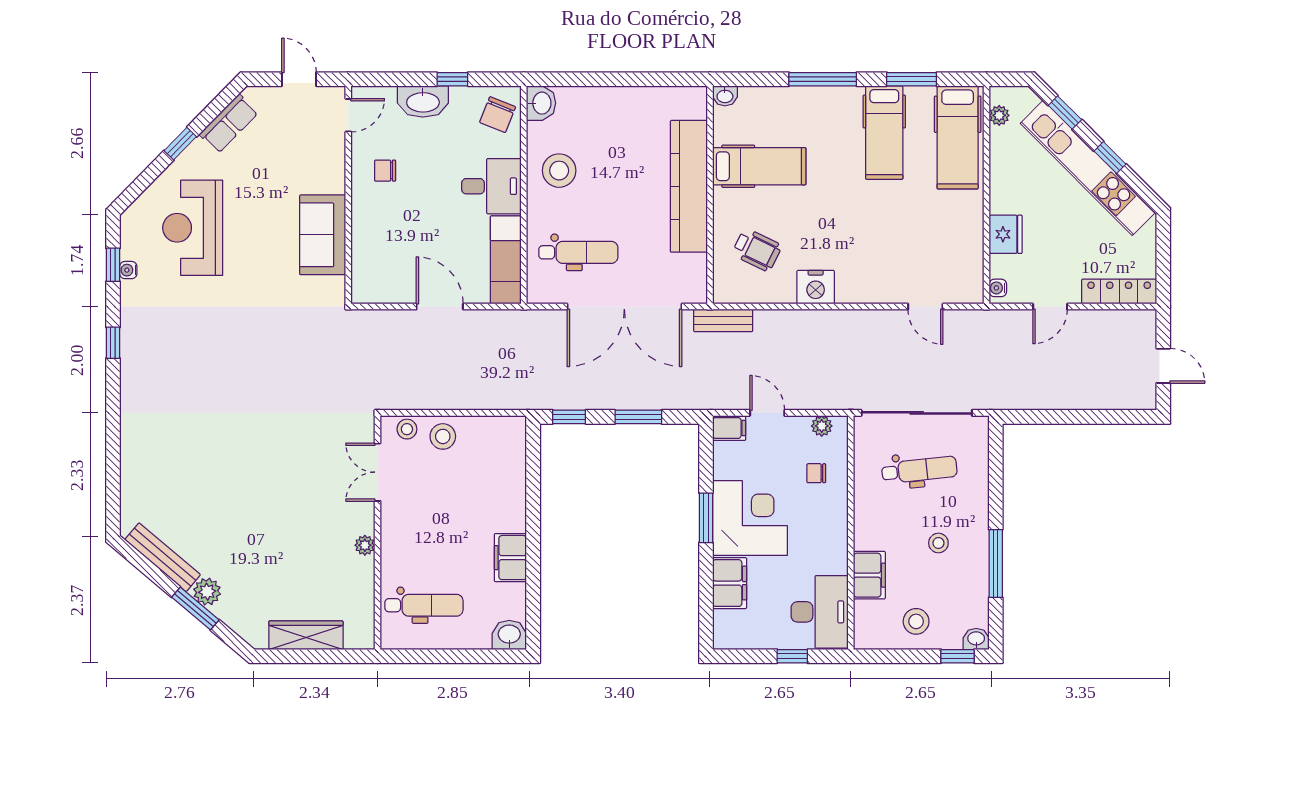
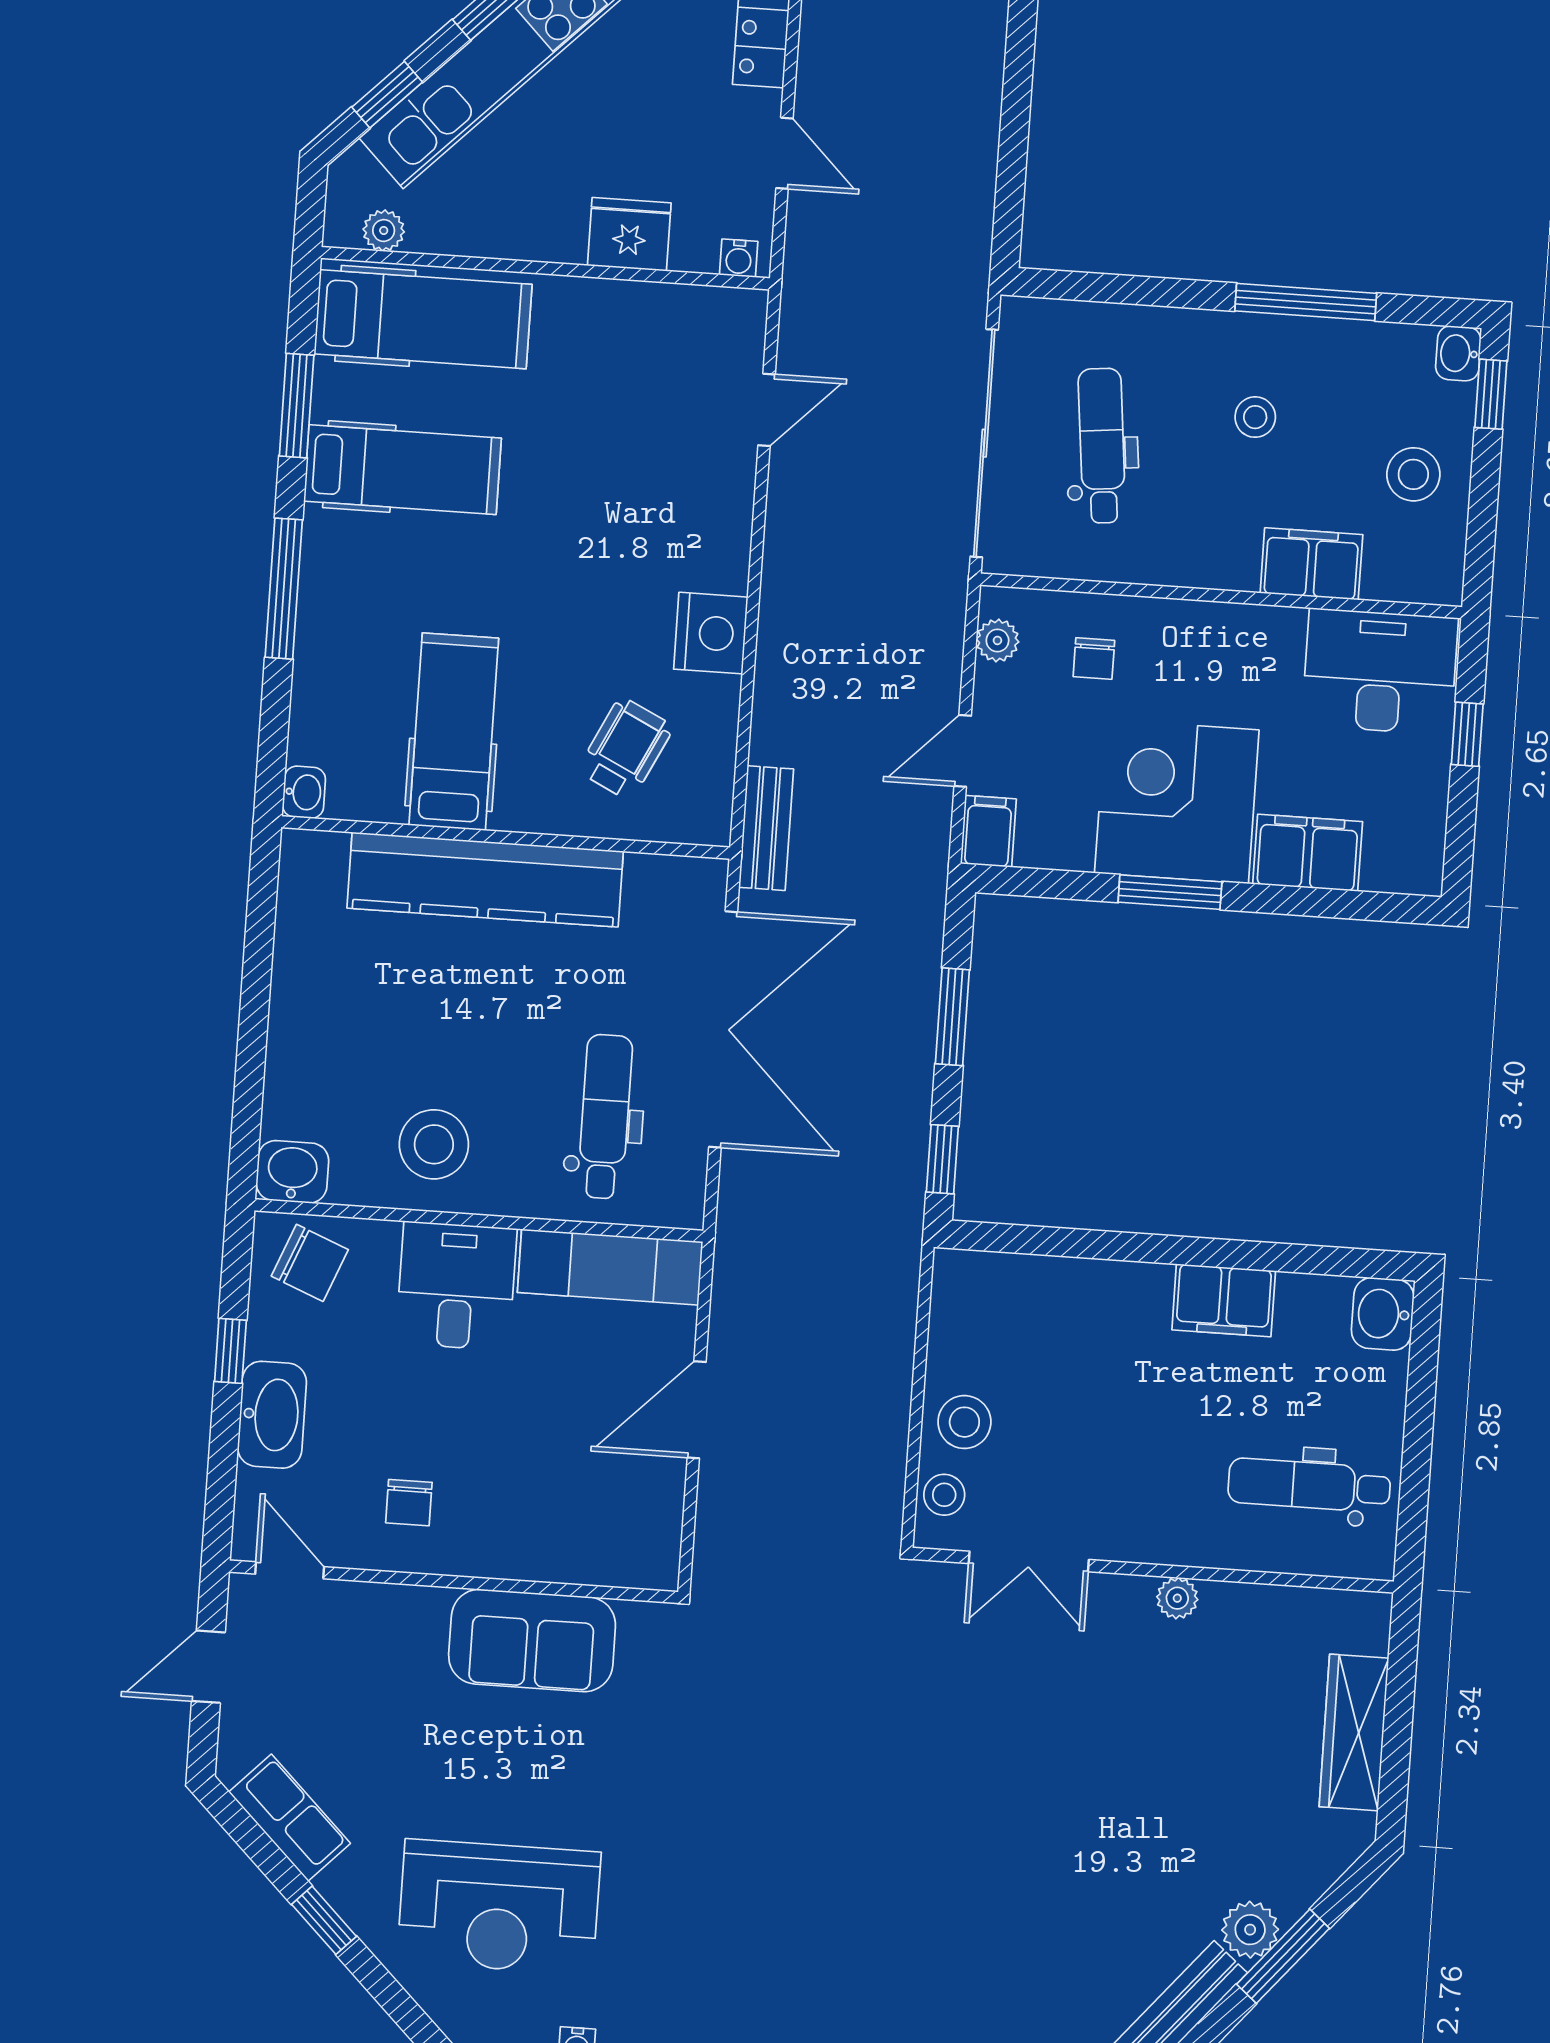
dental chair: (424, 605) -> (1309, 1485), turned -90

